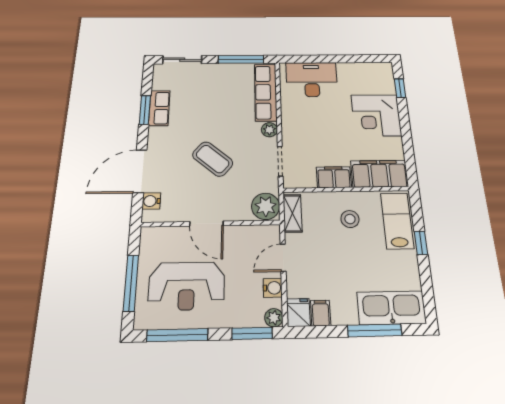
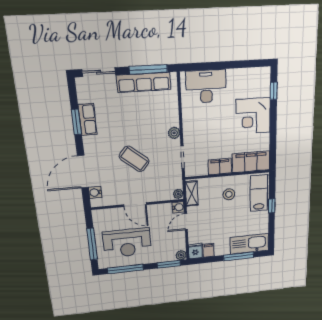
row of seats: (266, 92) -> (144, 82), moved, turned -90
plant: (266, 206) -> (178, 194), width x0.53, depth x0.53
water cooler: (273, 288) -> (178, 207), moved

